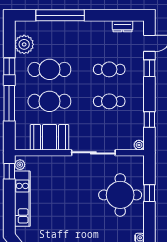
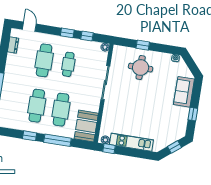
plant: (24, 44) -> (15, 122), removed
window: (149, 68) -> (67, 33), moved
cafe table: (109, 69) -> (44, 60), width x1.37, depth x1.35
booth: (50, 137) -> (86, 126), moved
round table: (120, 195) -> (141, 68), width x0.73, depth x0.73

